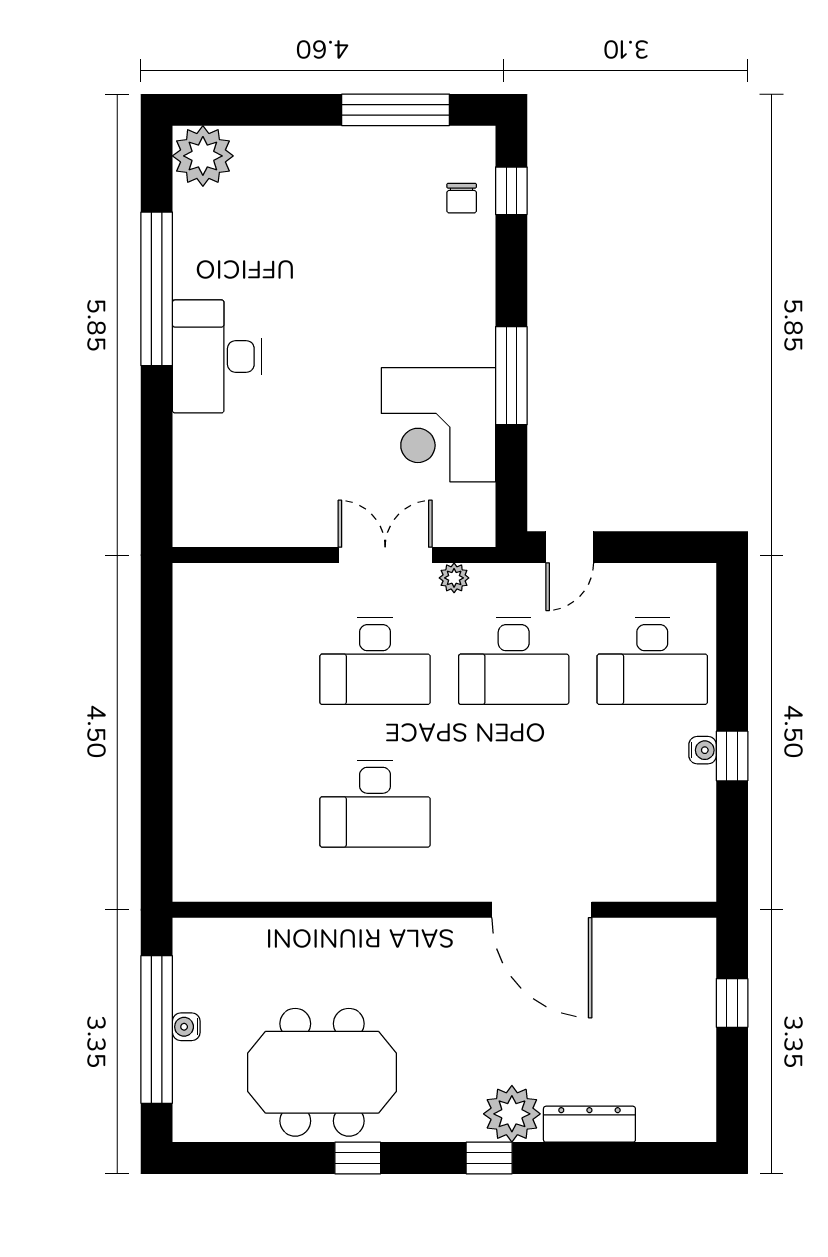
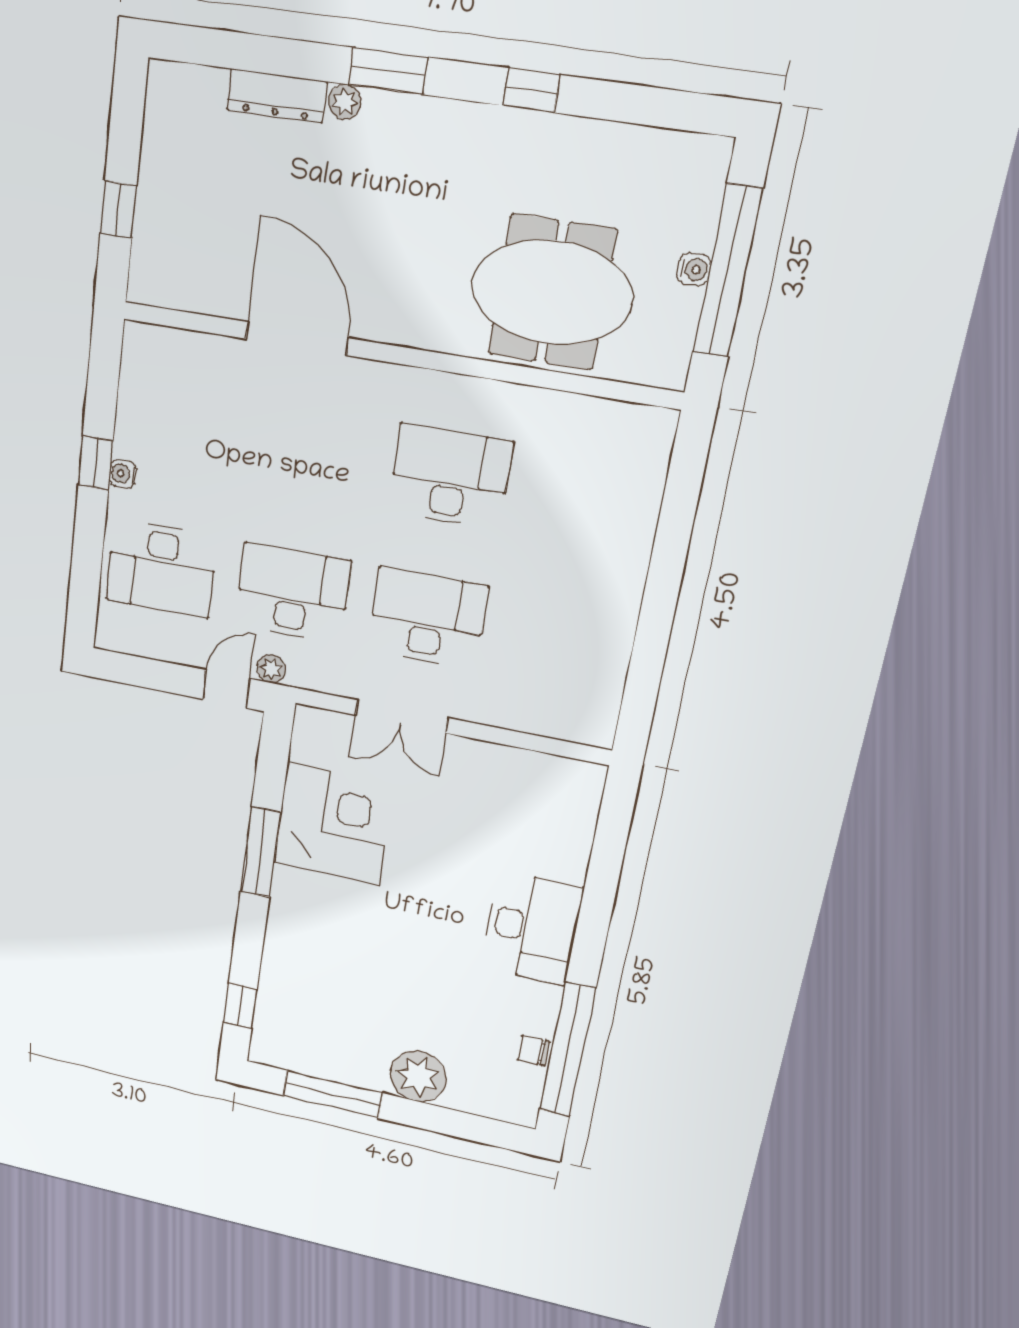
plant: (203, 156) -> (418, 1076), moved
chair: (462, 198) -> (533, 1051), moved, turned -90
window: (157, 289) -> (567, 1050), moved
plant: (454, 578) -> (271, 669), moved
desk: (652, 661) -> (161, 568), turned 180
meeting table: (322, 1072) -> (552, 292), moved
plant: (512, 1114) -> (345, 102), width x0.53, depth x0.53
window: (489, 1158) -> (388, 71), width x1.50

